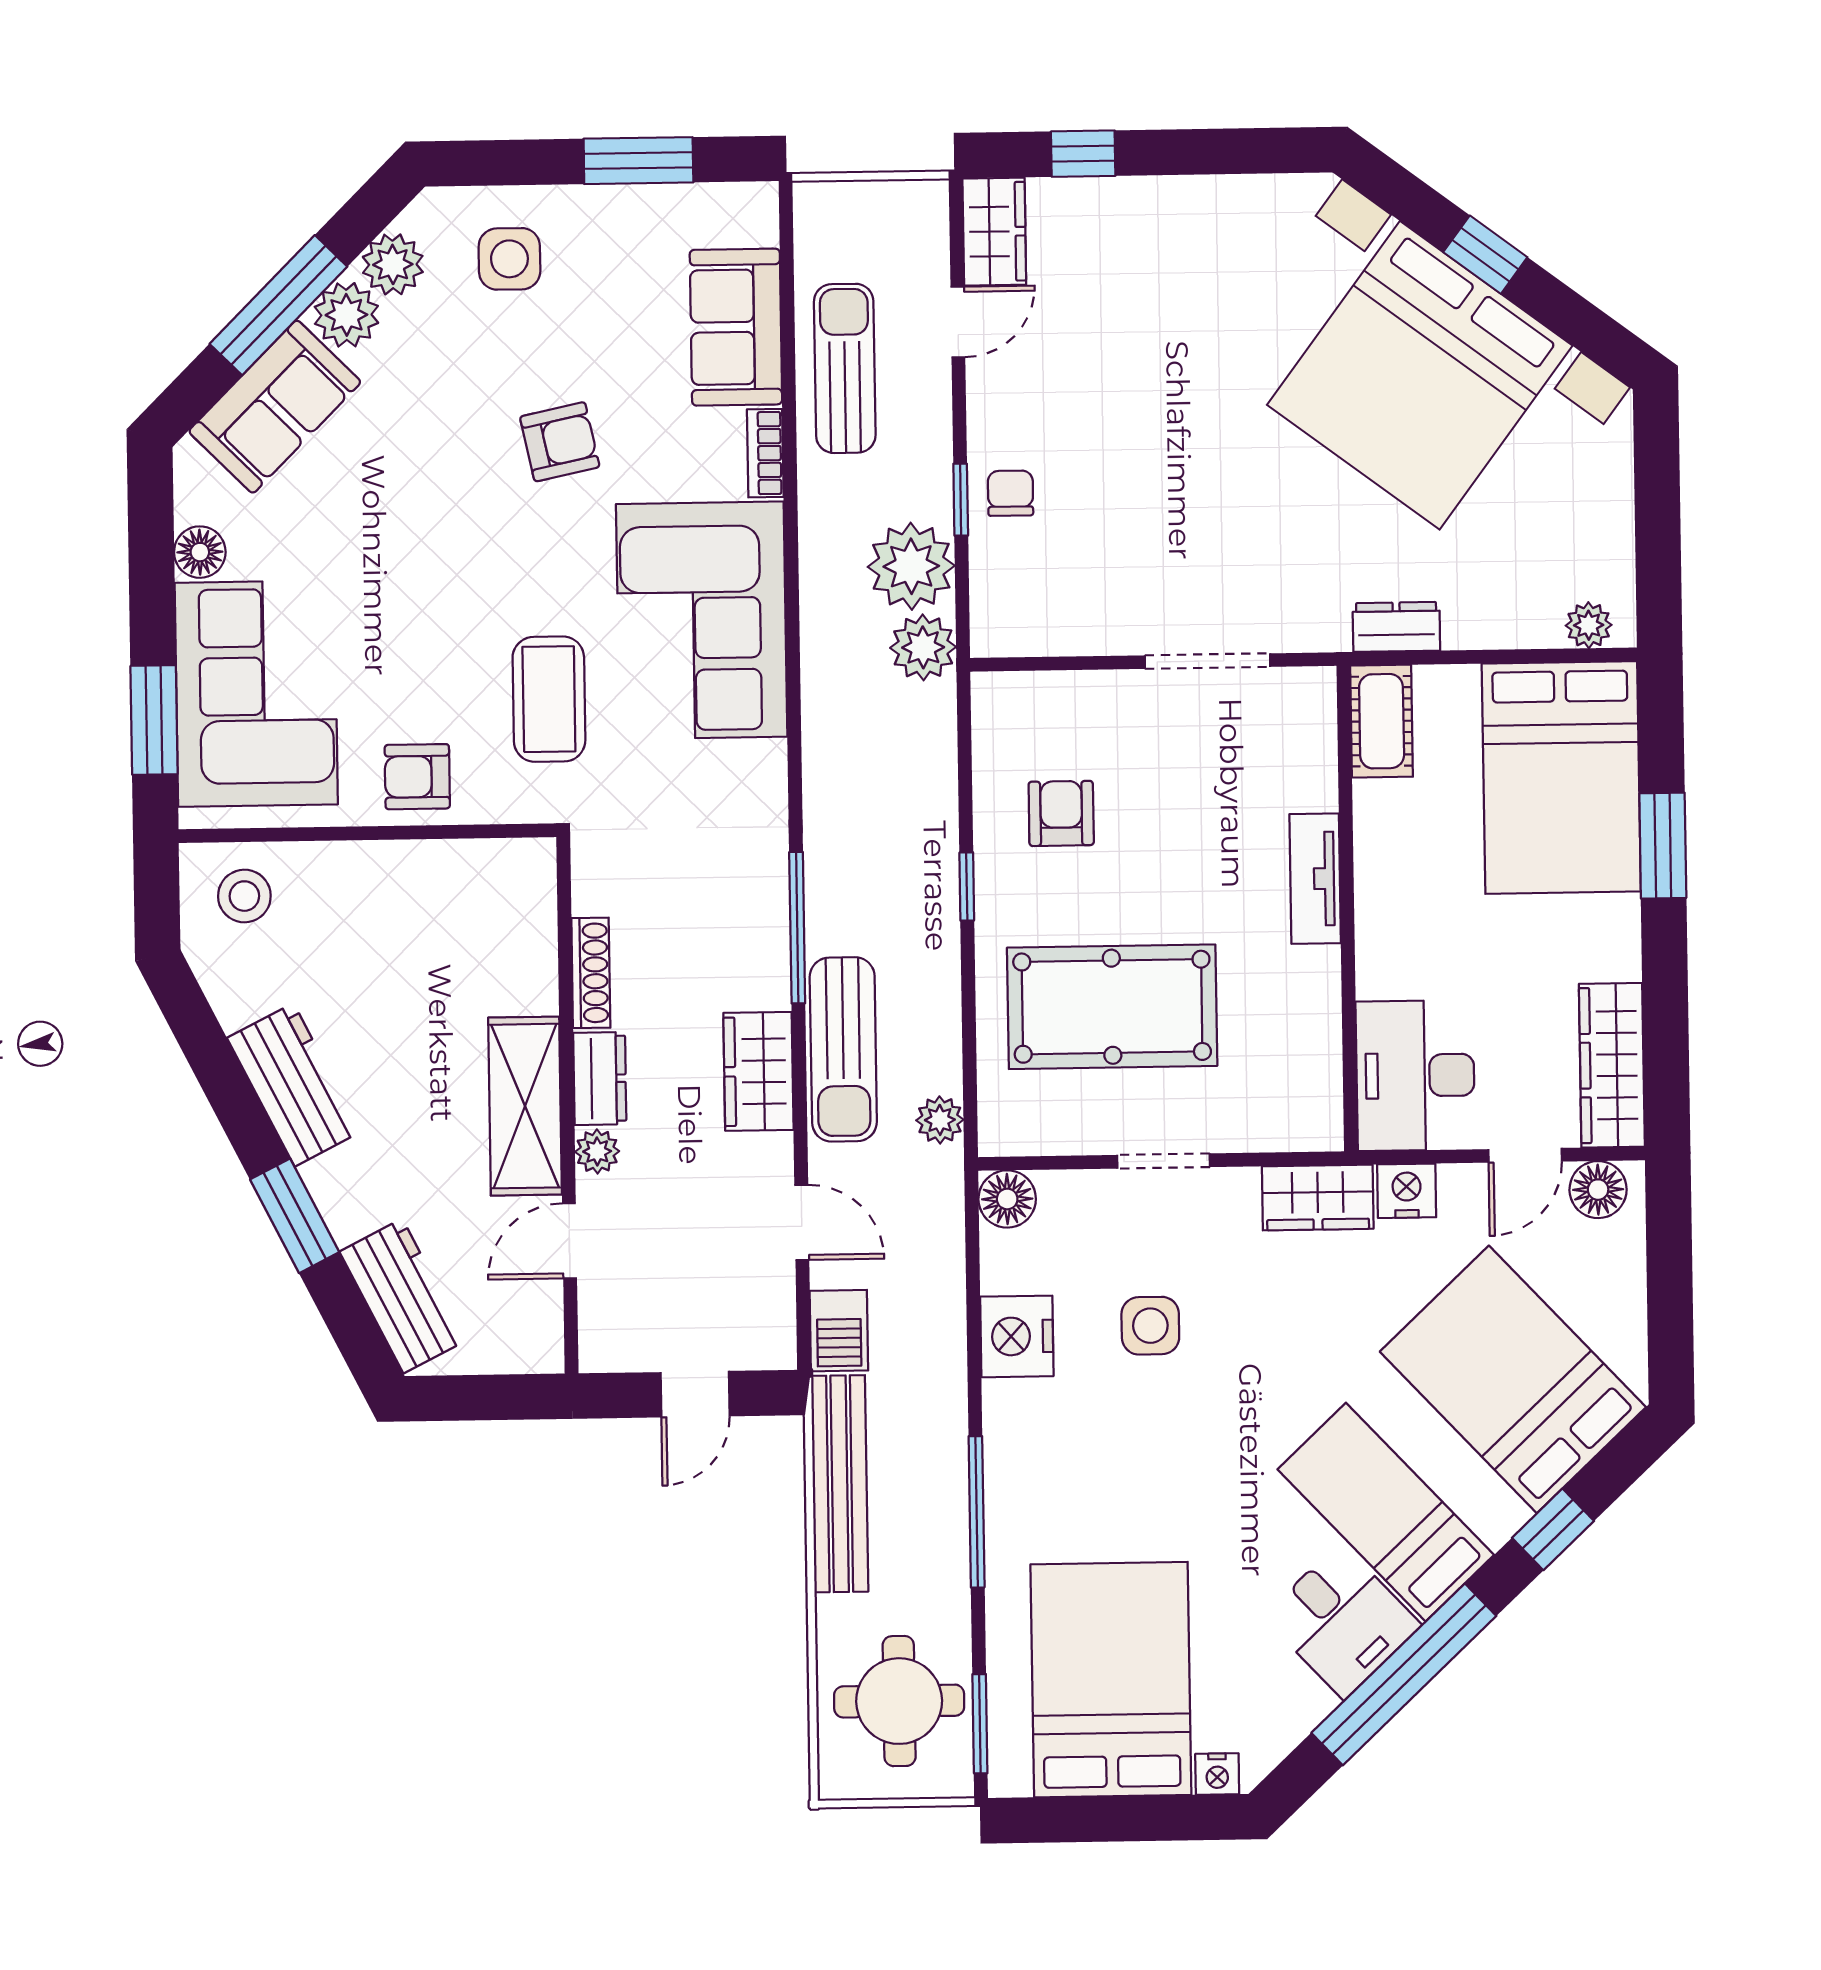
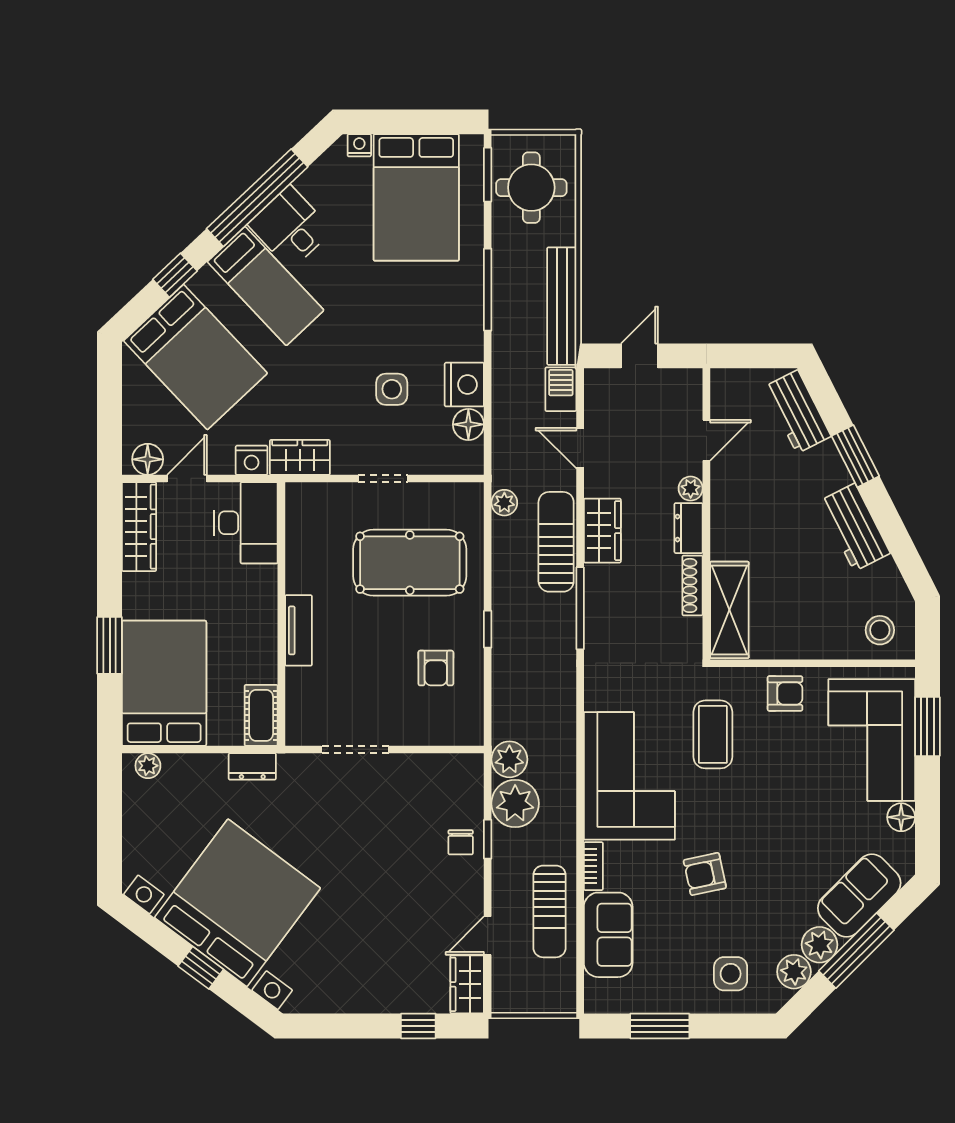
shelving: (525, 1106) -> (729, 610), moved
floor lamp: (1007, 1199) -> (468, 424), moved

